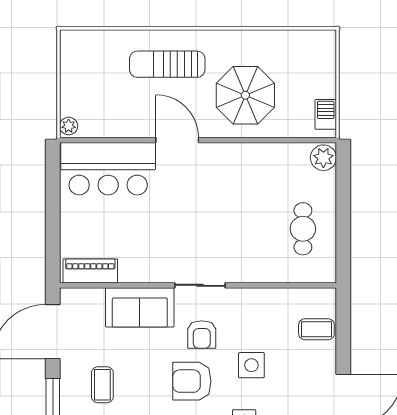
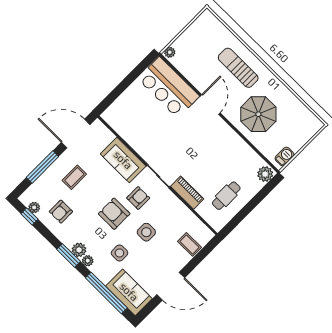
piano: (90, 271) -> (187, 193), moved
armchair: (202, 335) -> (138, 198), turned 180

